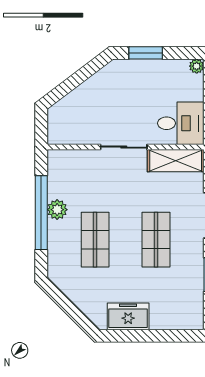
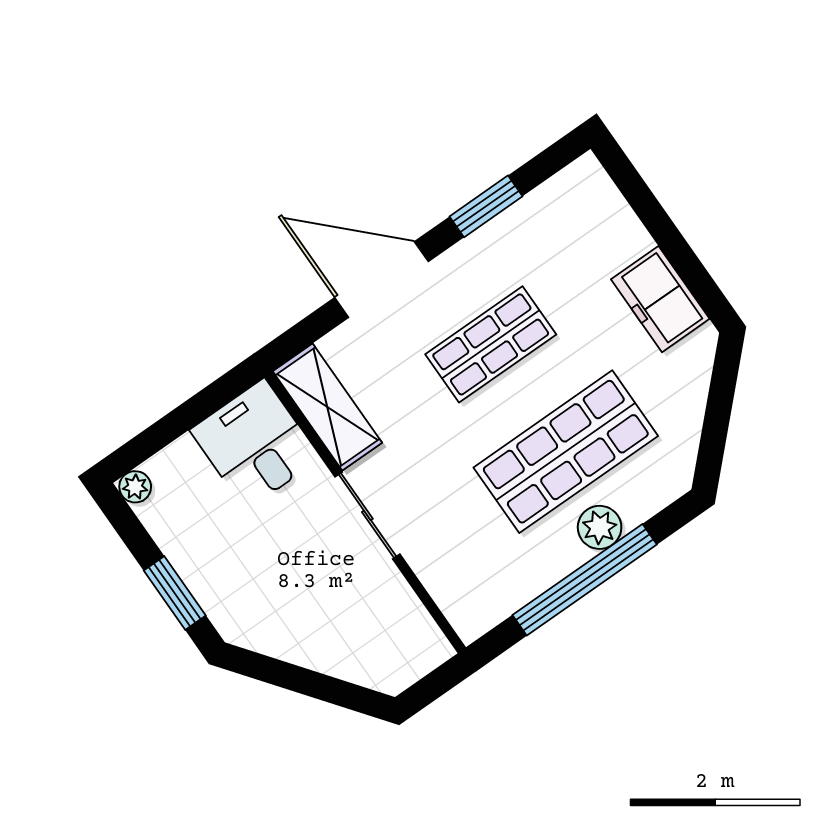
plant: (57, 210) -> (600, 527), moved
shop shelf: (95, 240) -> (566, 452), width x1.43, depth x1.36

